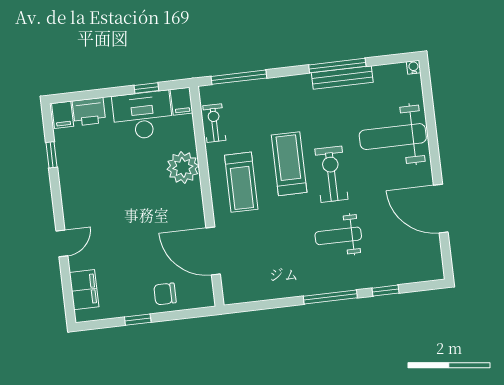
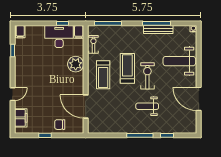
printer: (89, 112) -> (33, 32), removed

